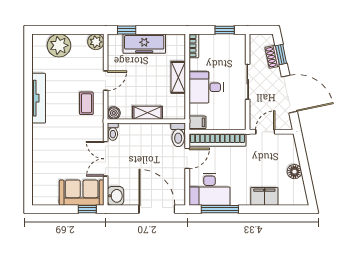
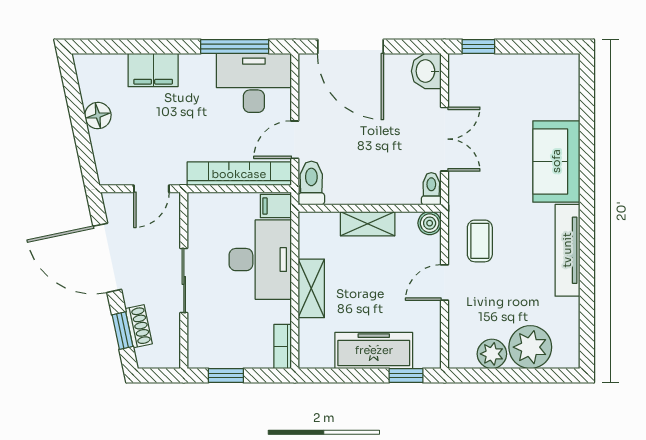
plant: (96, 42) -> (492, 354), moved
desk: (206, 87) -> (260, 260), width x1.37
sofa: (82, 193) -> (556, 161), moved, turned 90

